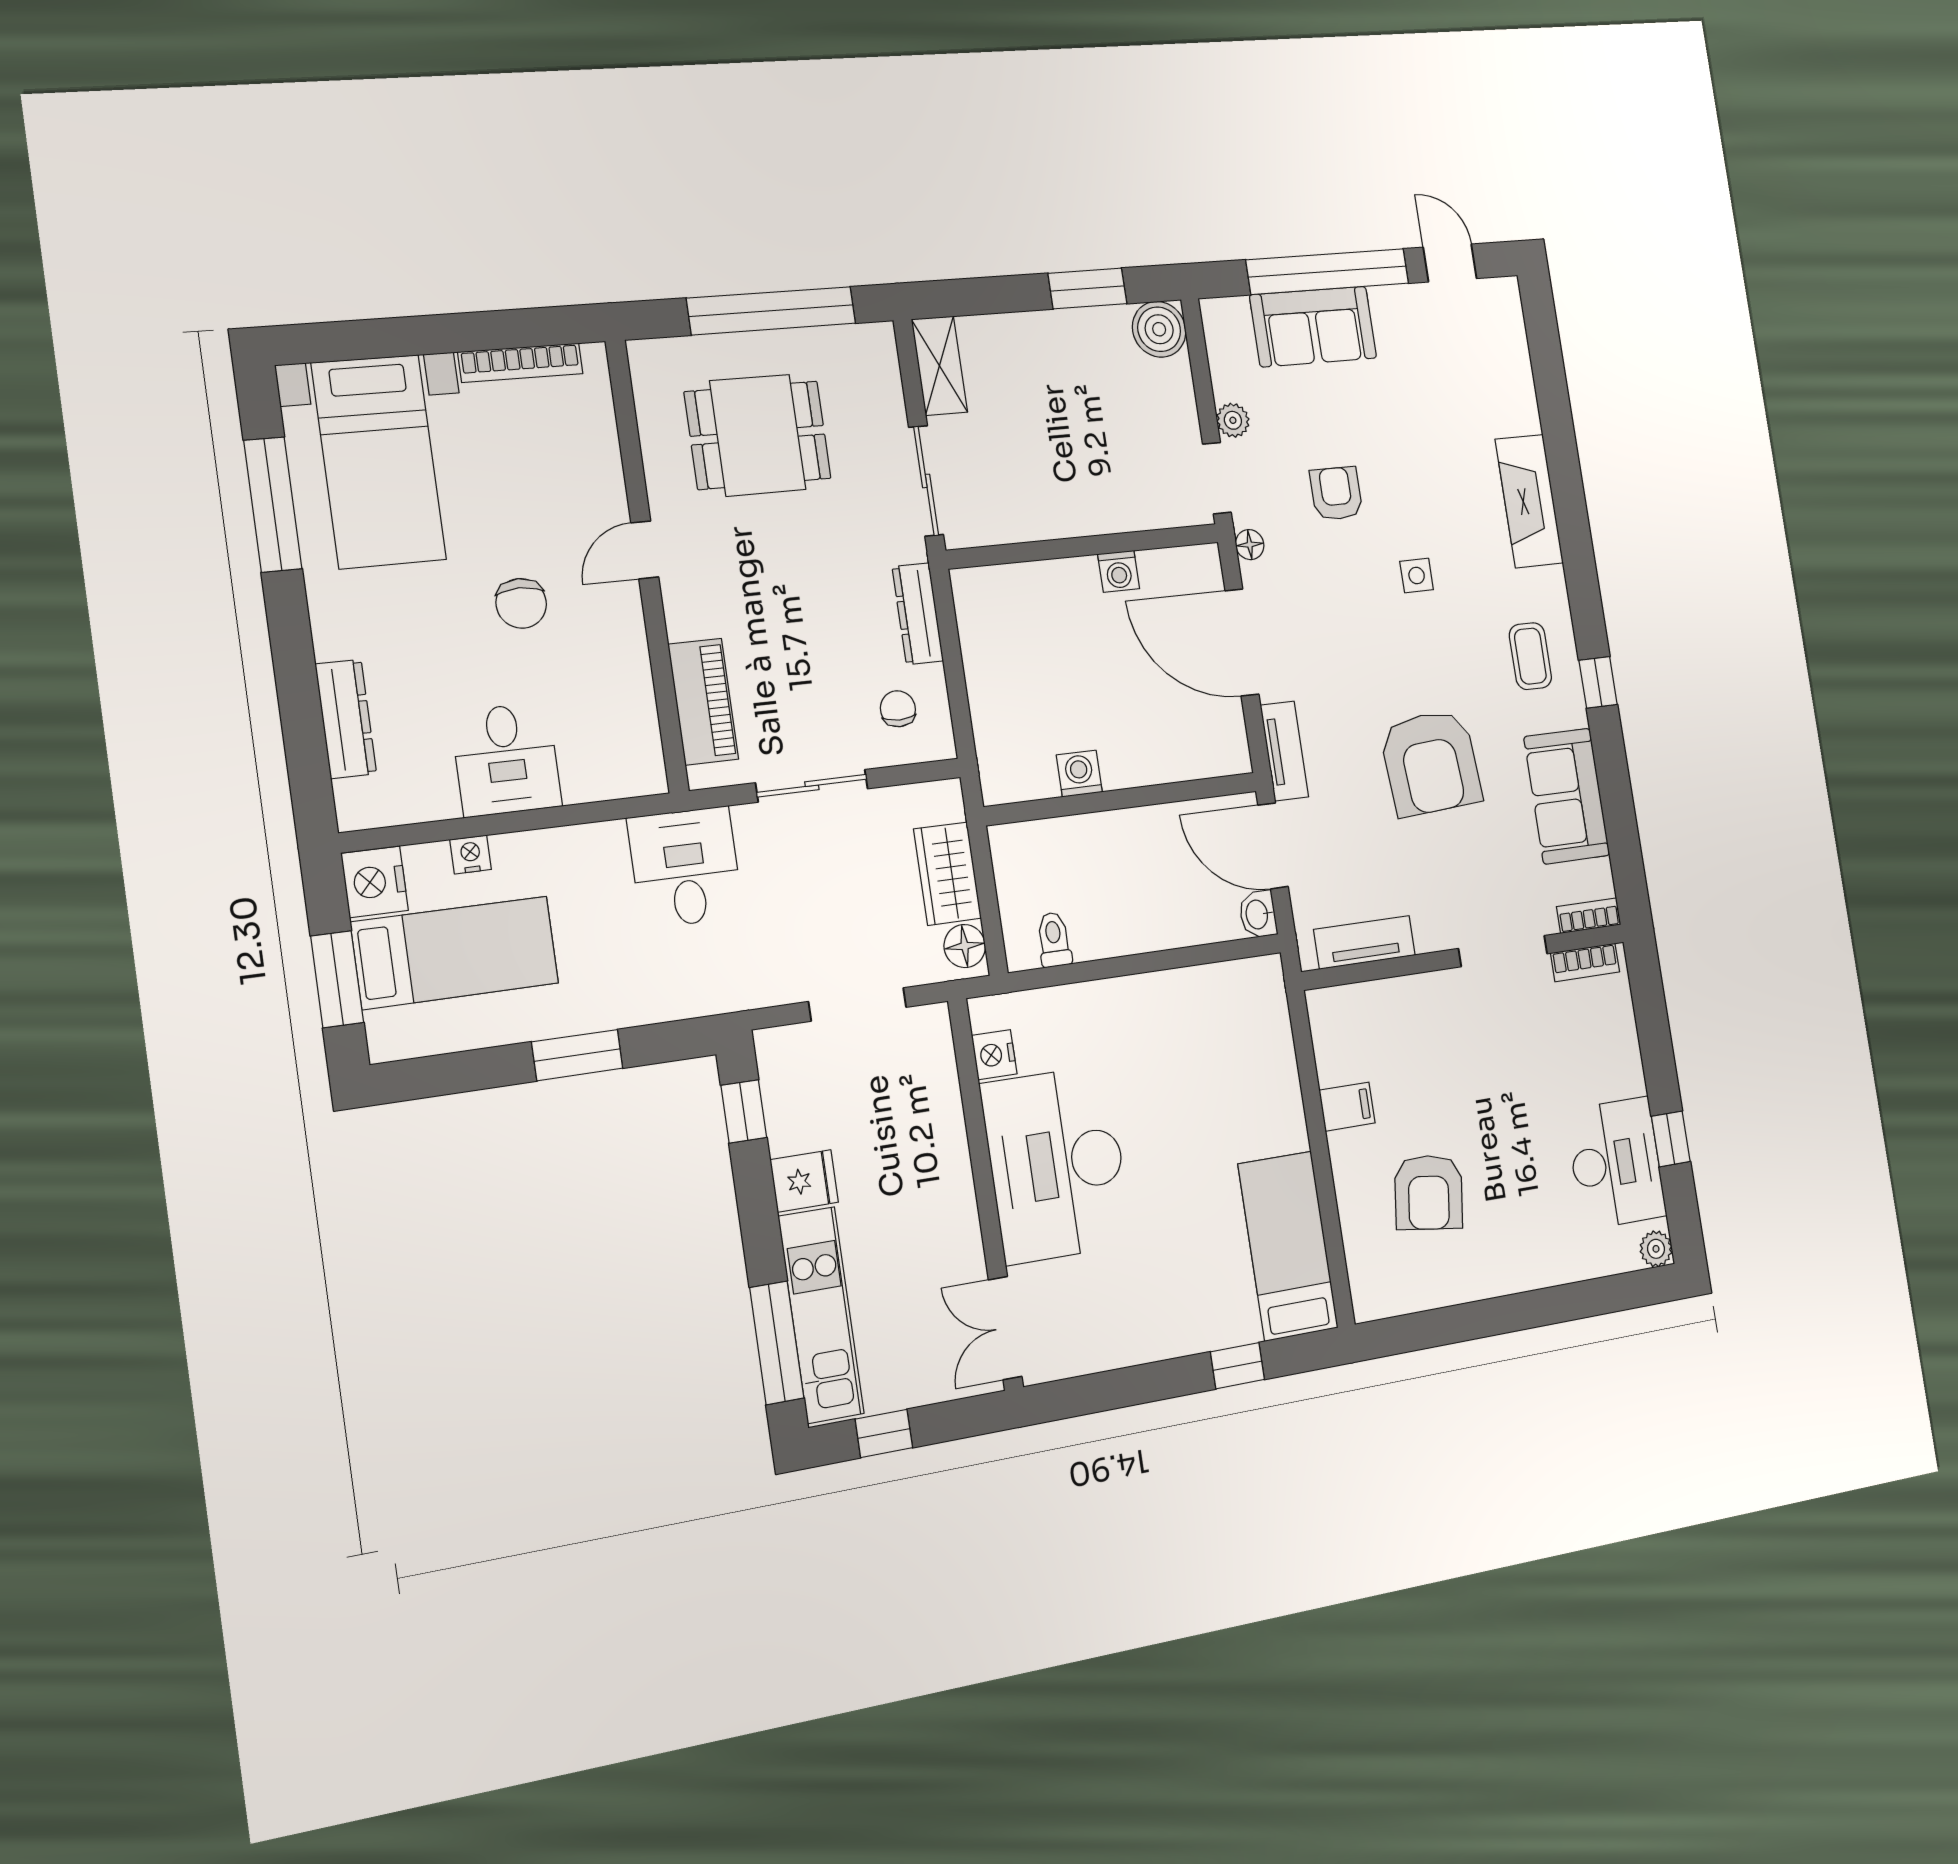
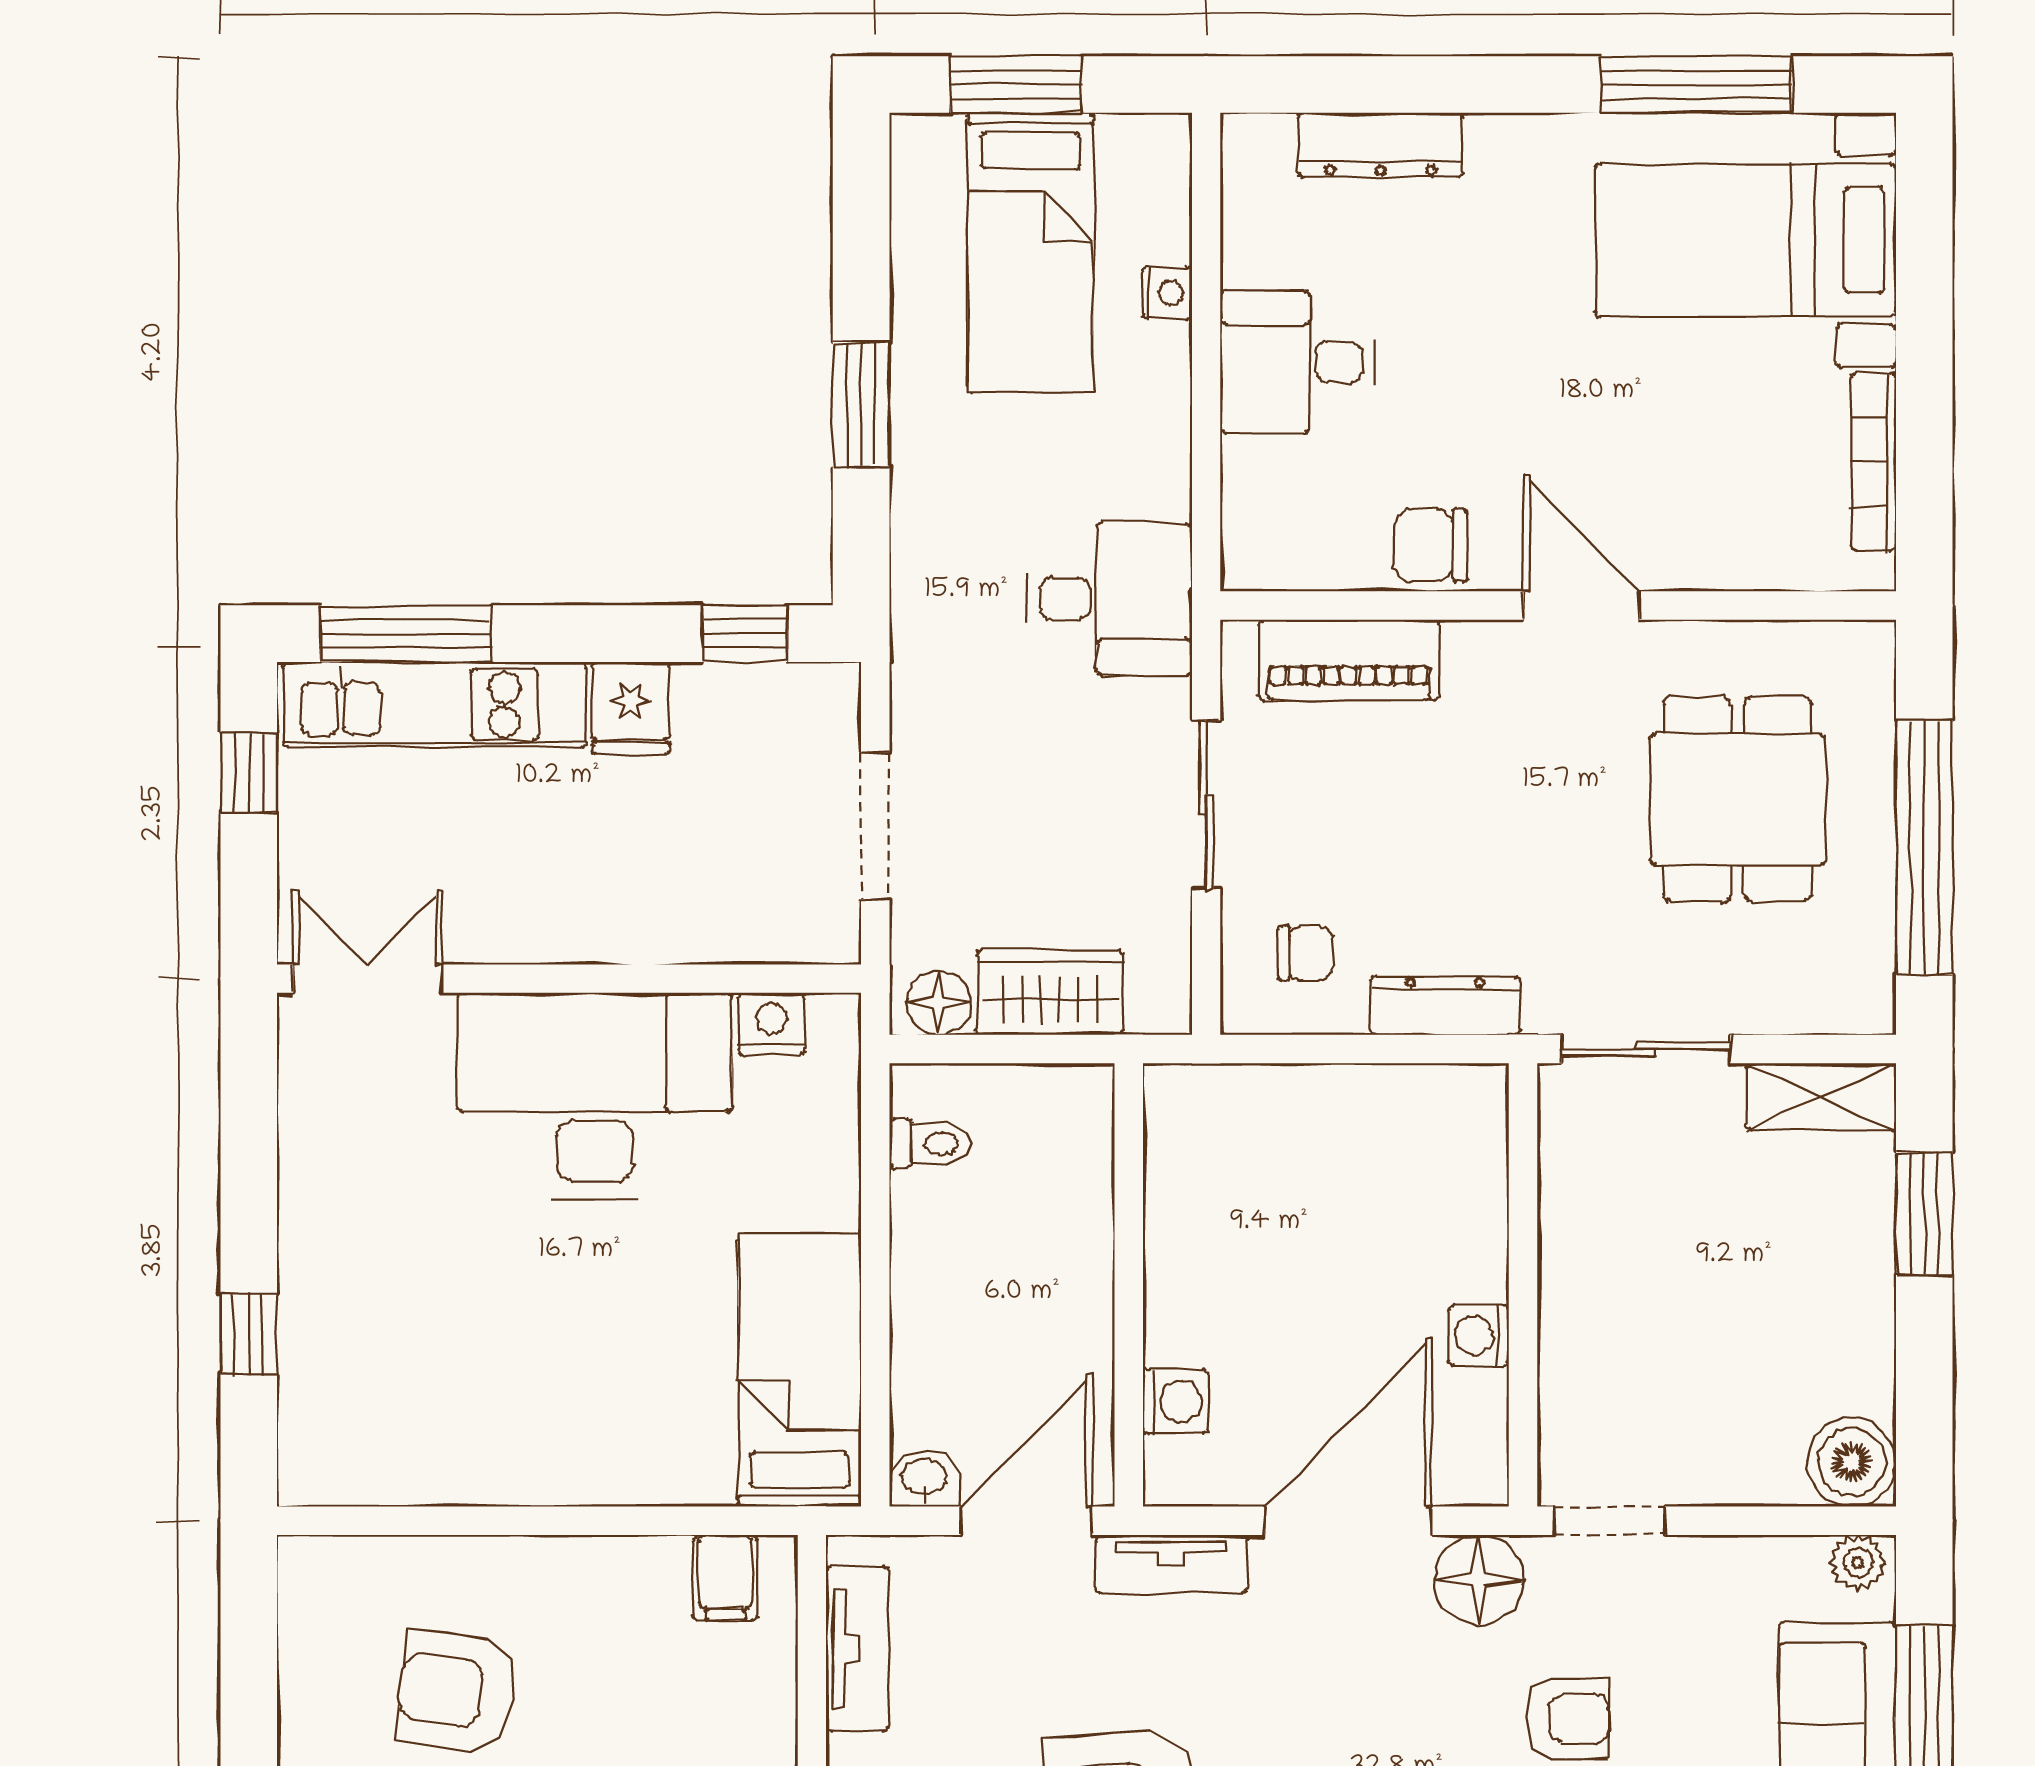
window: (1087, 288) -> (1924, 1213), moved
plant: (1233, 420) -> (1858, 1562), moved
floor lamp: (1250, 545) -> (1479, 1580), width x1.89, depth x1.89
door: (645, 550) -> (1581, 605), width x1.38
chair: (521, 603) -> (1431, 545), moved
washing machine: (1079, 774) -> (1175, 1402), moved
nightstand: (375, 882) -> (1145, 154), removed
filing cabinet: (1347, 1107) -> (725, 1578), moved
bed: (1288, 1246) -> (800, 1370), moved, turned -90

